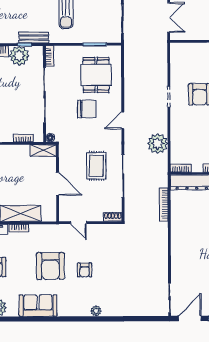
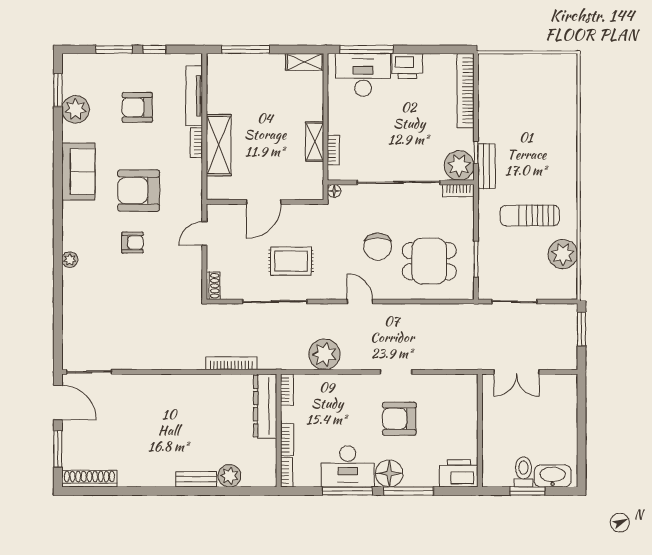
plant: (19, 56) -> (459, 165), moved
shelving: (43, 150) -> (315, 142), moved
armchair: (85, 270) -> (132, 243), turned 180

